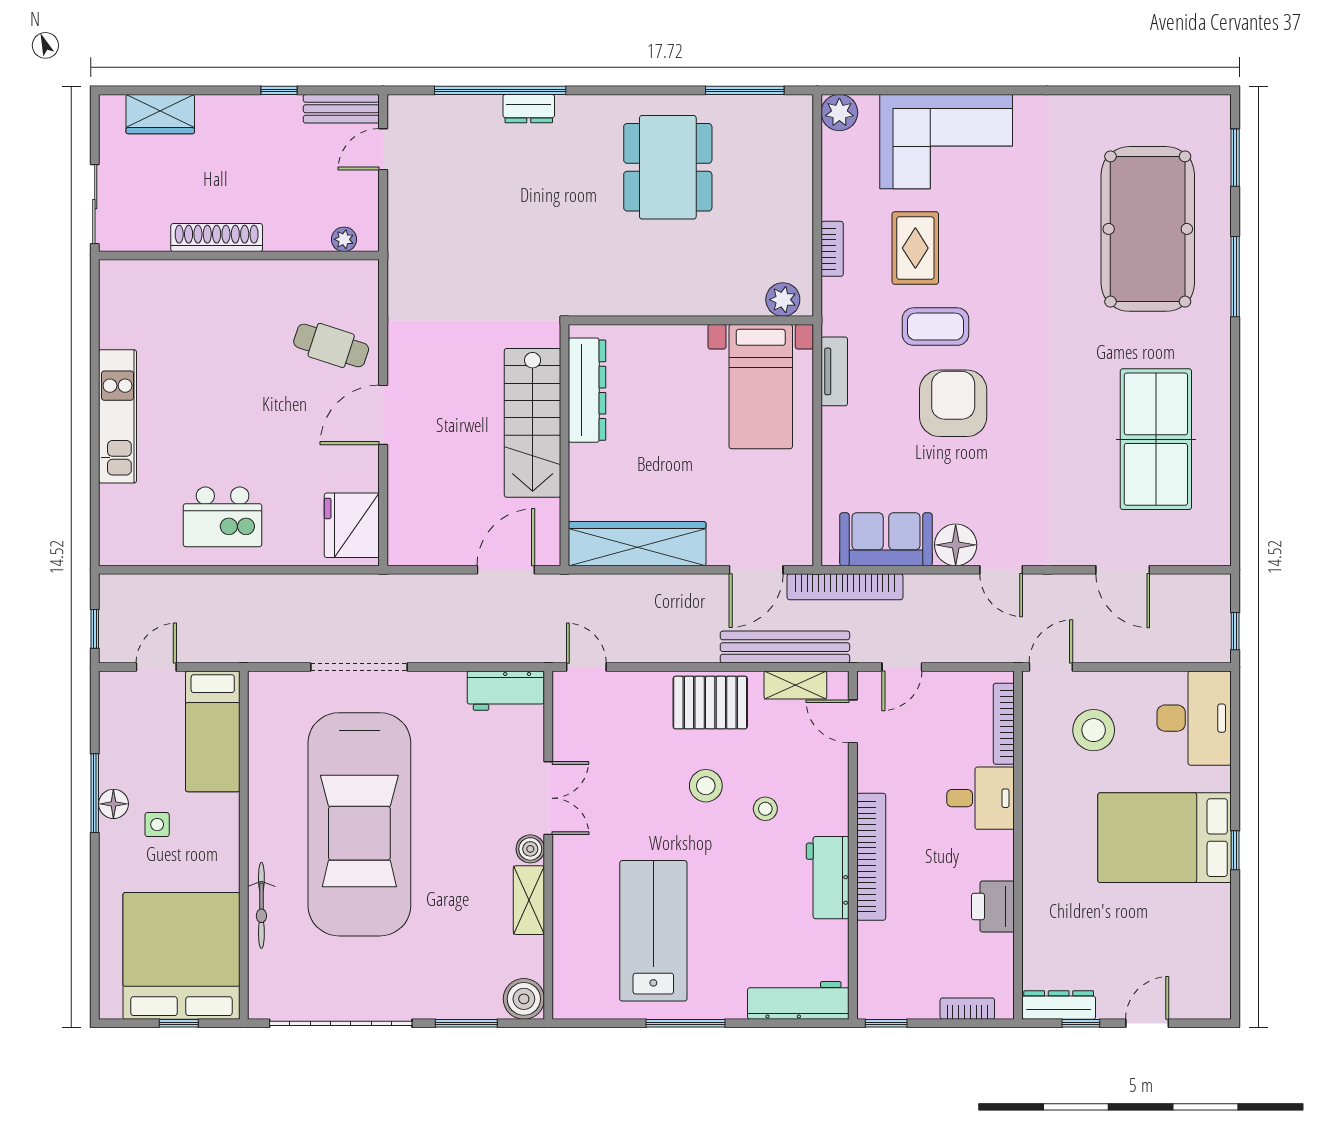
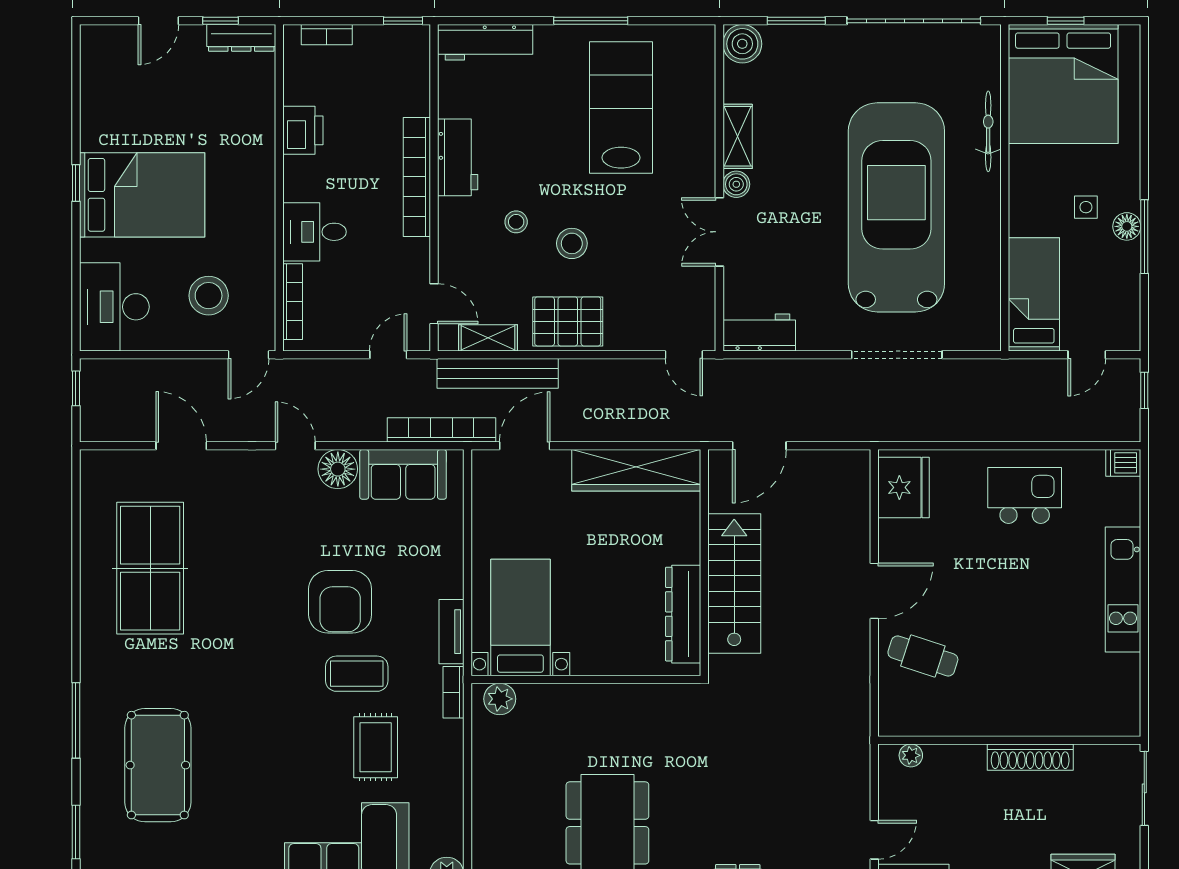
pool table: (1148, 229) -> (158, 765), width x0.73, depth x0.76
bookcase: (832, 249) -> (453, 692), moved
dishwasher: (117, 552) -> (1123, 463), added
lab bench: (653, 931) -> (621, 108), turned 180

